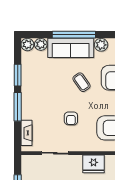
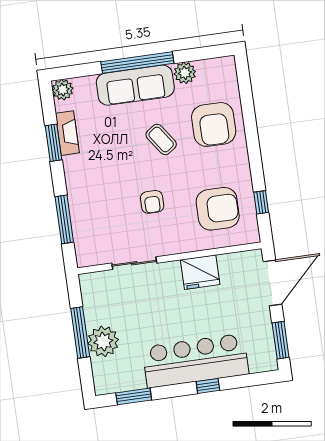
plant: (41, 44) -> (85, 86), removed
window: (18, 107) -> (64, 219), moved
fireplace: (27, 133) -> (67, 133), moved

